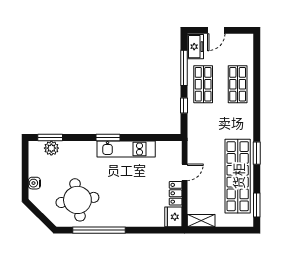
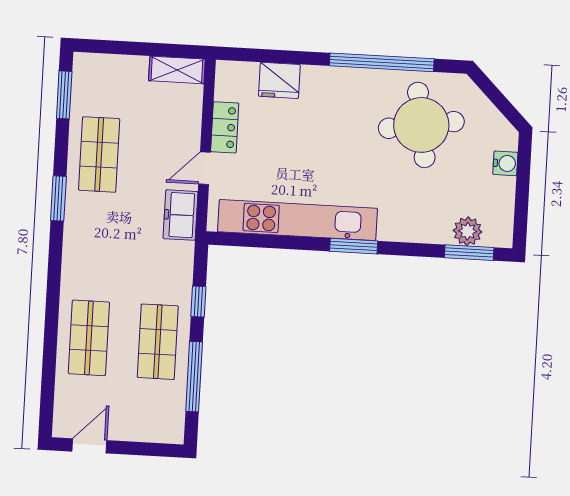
door: (216, 30) -> (89, 446), moved
freezer: (195, 47) -> (180, 215), moved
kitchen unit: (126, 149) -> (297, 220), width x1.36
shop shelf: (238, 176) -> (99, 154), width x0.50, depth x0.74
fridge: (173, 217) -> (279, 80), moved, turned 90

